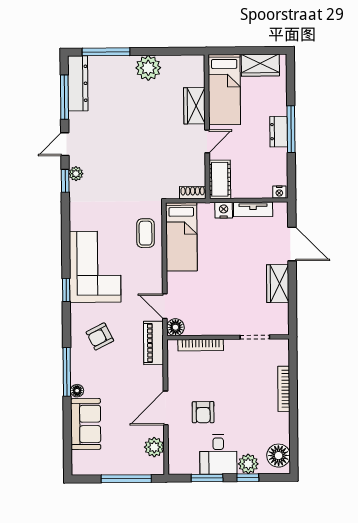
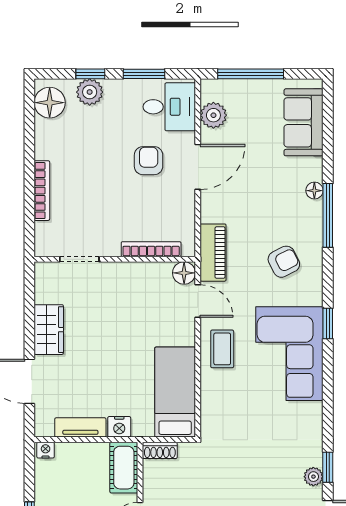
coffee table: (145, 233) -> (222, 349), moved
sofa: (86, 424) -> (303, 122), moved
desk: (218, 454) -> (169, 107), moved, turned 90

